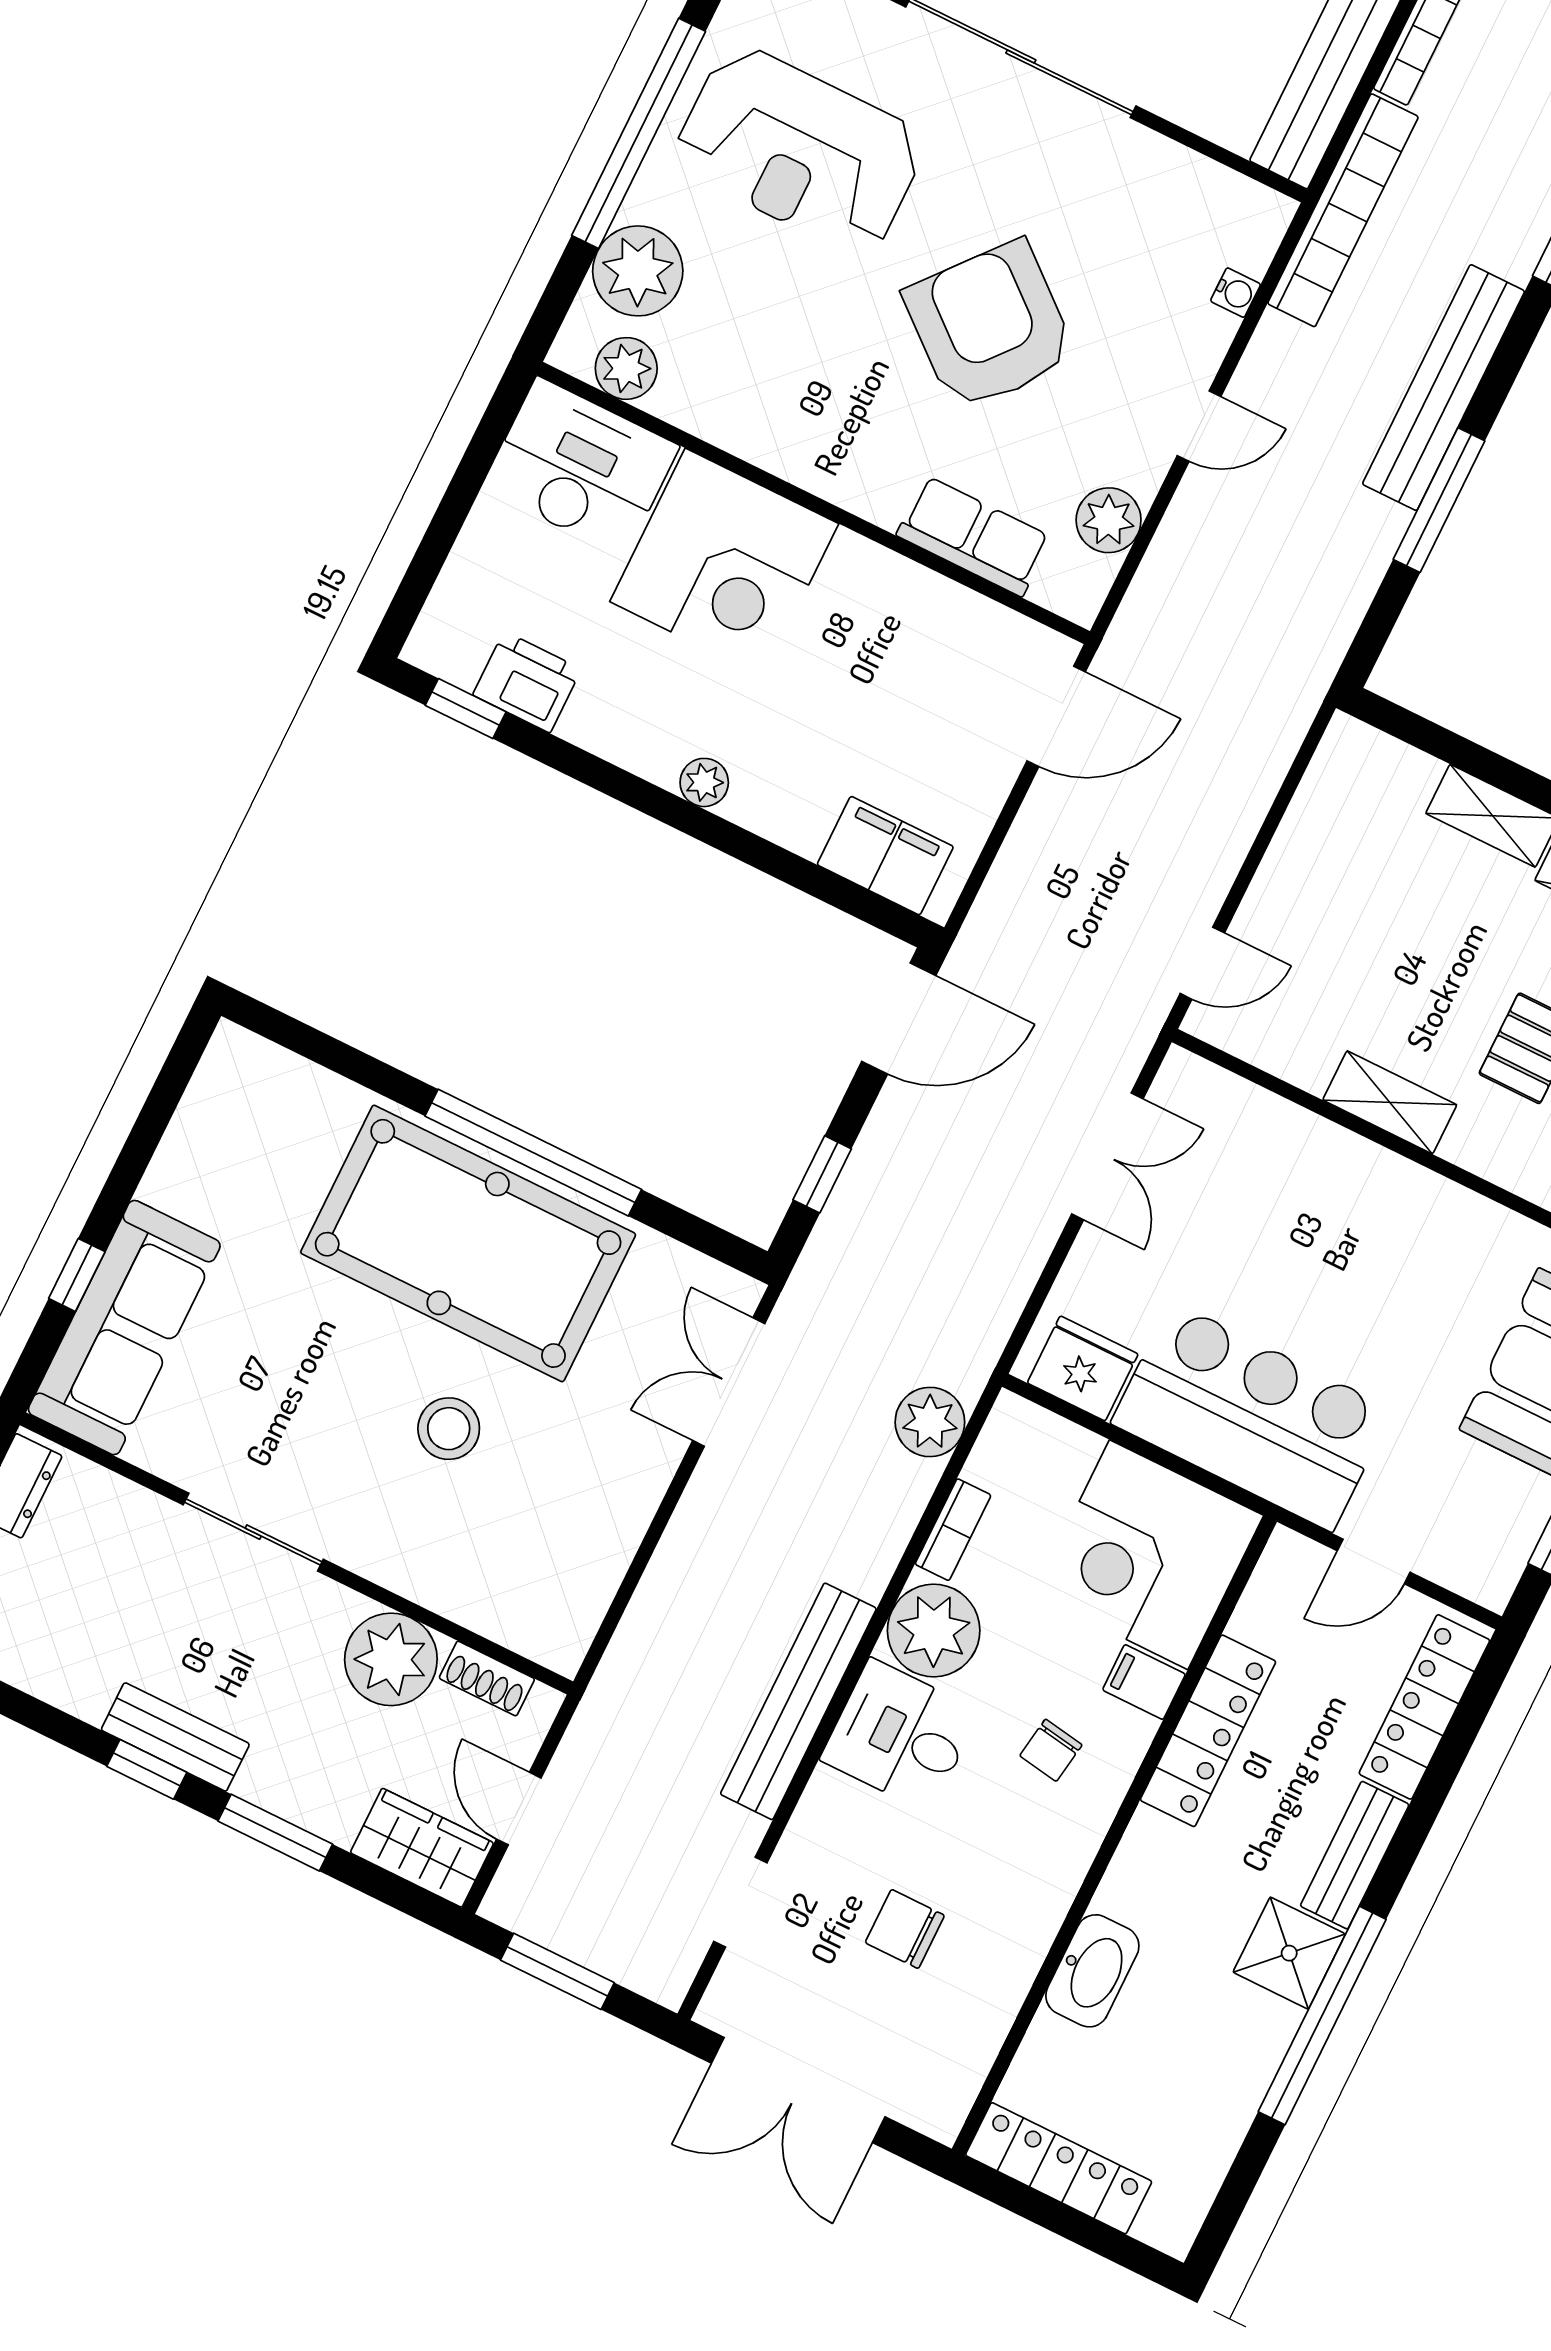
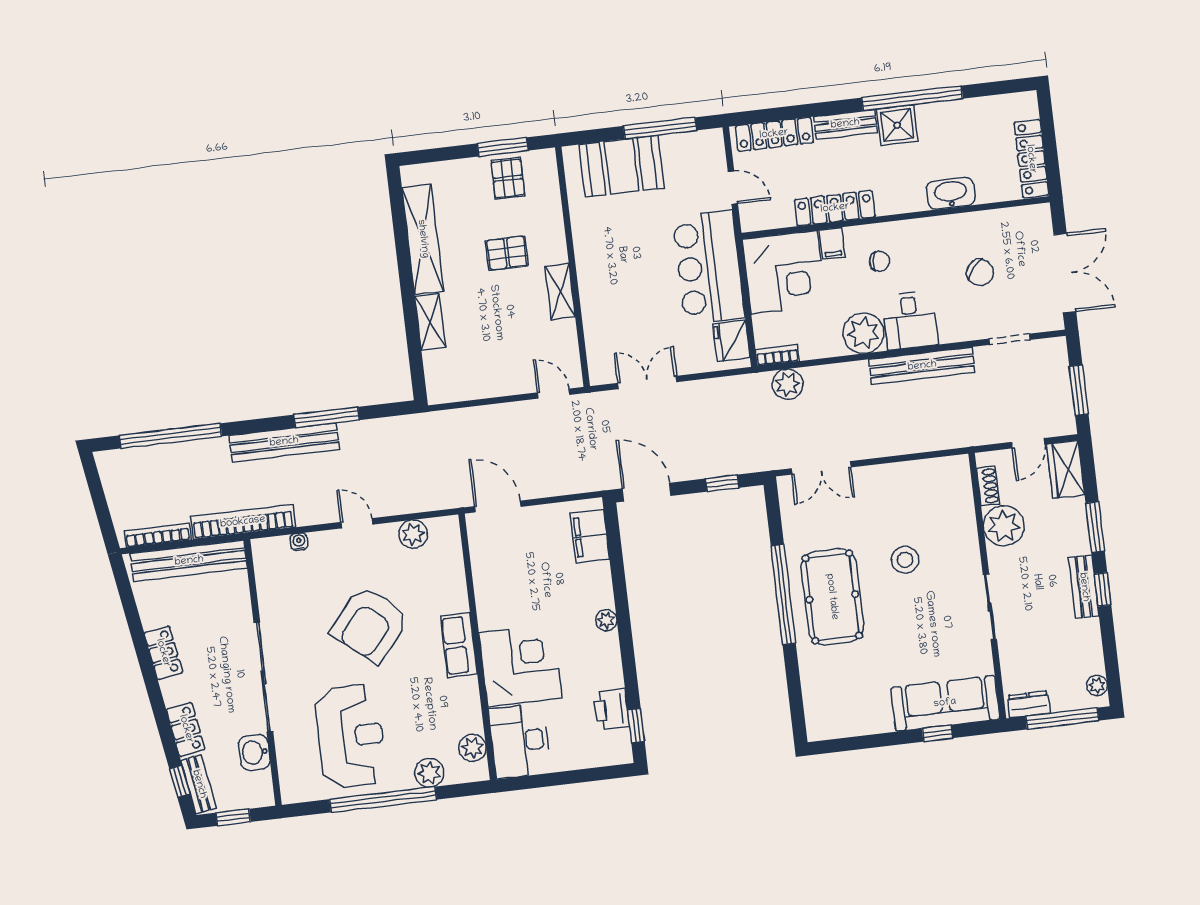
plant: (638, 271) -> (429, 773), width x0.73, depth x0.73
row of seats: (974, 536) -> (459, 645), moved
pool table: (468, 1243) -> (832, 597), width x0.73, depth x0.76
bookcase: (953, 1530) -> (777, 355), moved
chair: (905, 1929) -> (980, 272), turned -50

